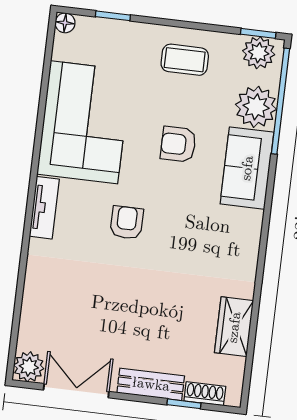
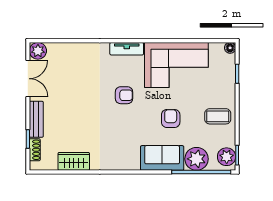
coffee table: (185, 60) -> (218, 116), turned 90

